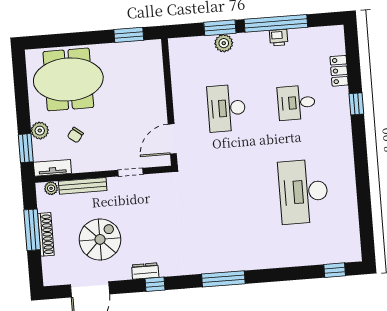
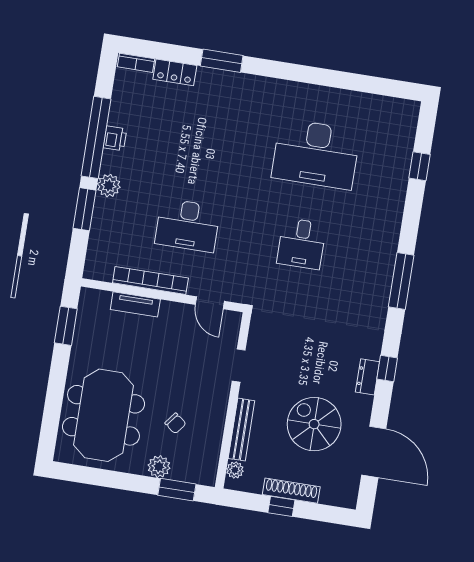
bookcase: (339, 40) -> (136, 63), added
plant: (224, 43) -> (109, 186), moved
bookcase: (178, 90) -> (150, 280), added
desk: (296, 103) -> (301, 244), moved
window: (356, 104) -> (222, 61), width x1.50
door: (172, 139) -> (210, 303), width x0.73
tv unit: (52, 168) -> (135, 304), moved, turned -90
window: (32, 230) -> (281, 506), width x0.46
window: (335, 270) -> (420, 166), moved

